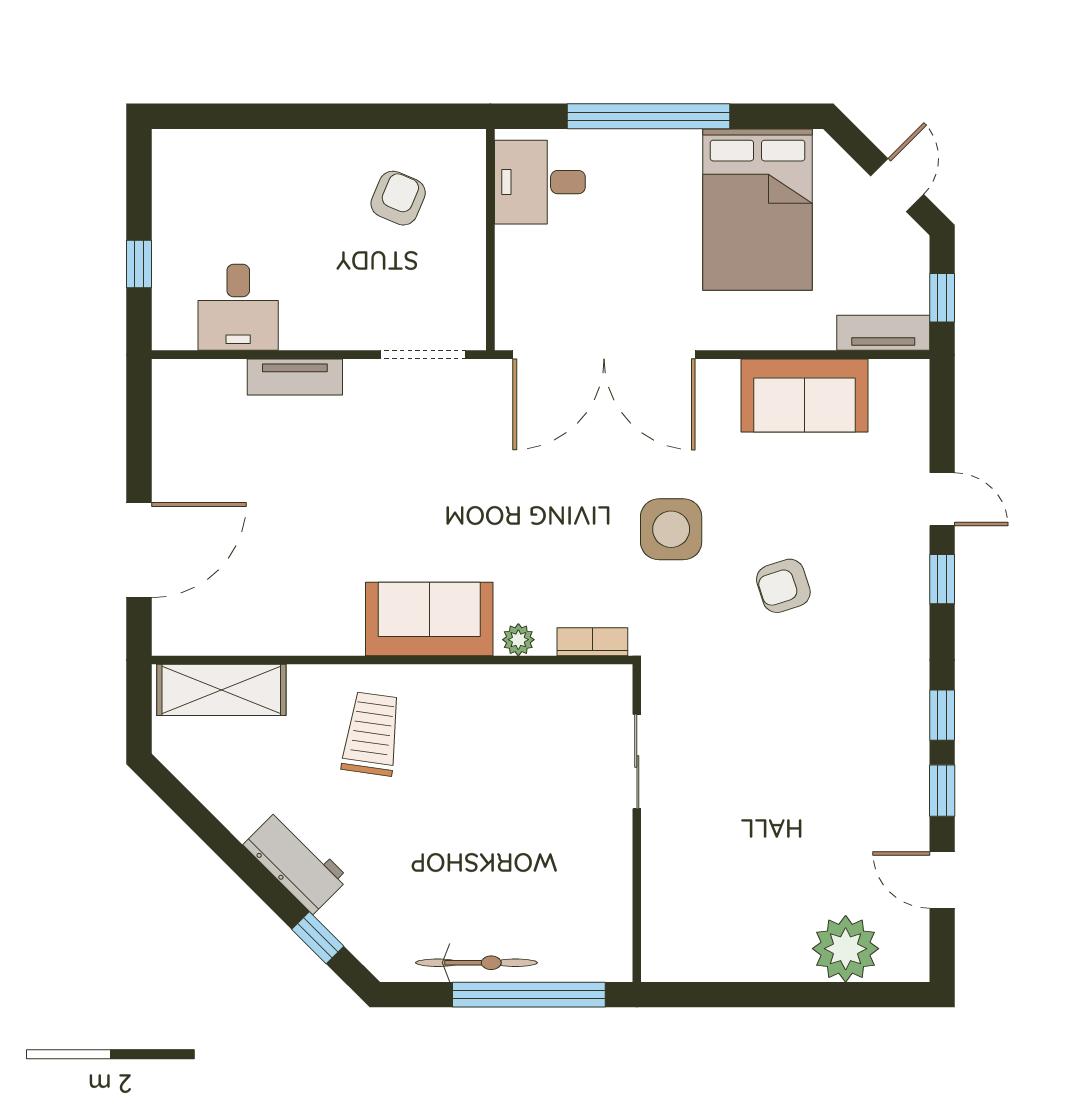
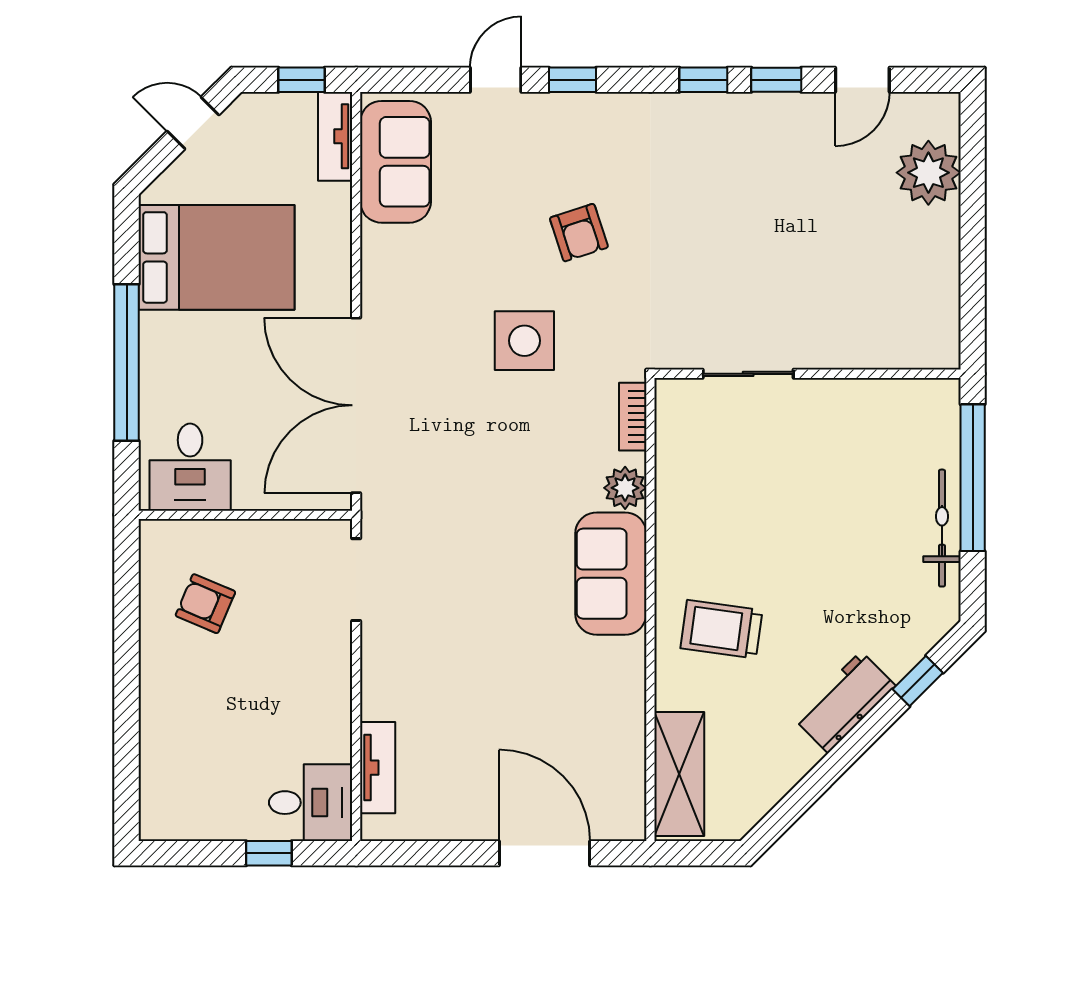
desk: (238, 307) -> (311, 803), moved
double door: (604, 355) -> (356, 405), swing flipped
tv unit: (295, 377) -> (378, 768), moved
sofa: (804, 395) -> (396, 162), moved
plant: (518, 640) -> (625, 488), width x1.38, depth x1.38

